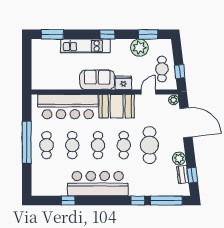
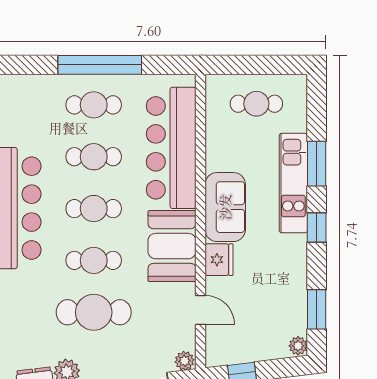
window: (52, 34) -> (317, 164), moved
plant: (139, 48) -> (298, 346), moved, width x0.53, depth x0.53
cafe table: (162, 69) -> (256, 104), moved

